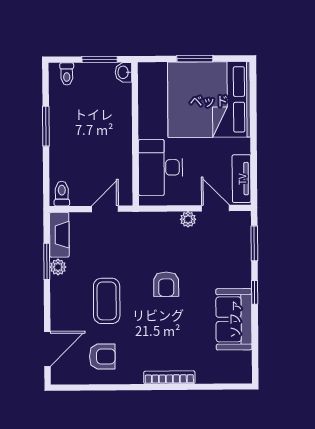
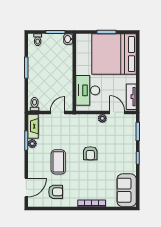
sofa: (234, 319) -> (127, 190), moved

